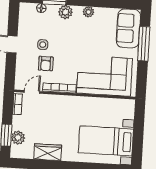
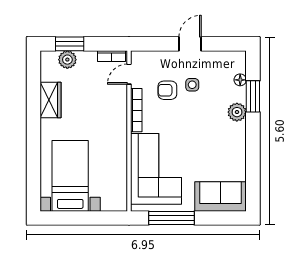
plant: (89, 12) -> (239, 142), removed
window: (144, 44) -> (172, 218), moved
door: (32, 92) -> (129, 74), swing flipped

